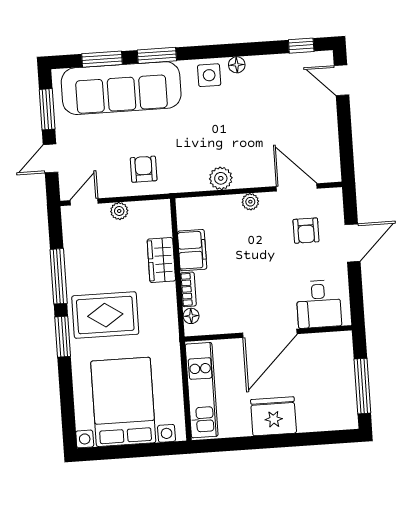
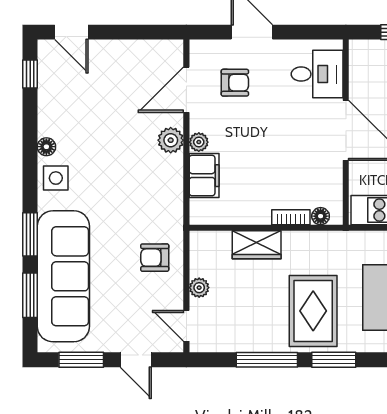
door: (341, 80) -> (71, 32), hinge flipped
plant: (221, 178) -> (171, 140), moved
filing cabinet: (192, 250) -> (204, 176), moved, turned 90

